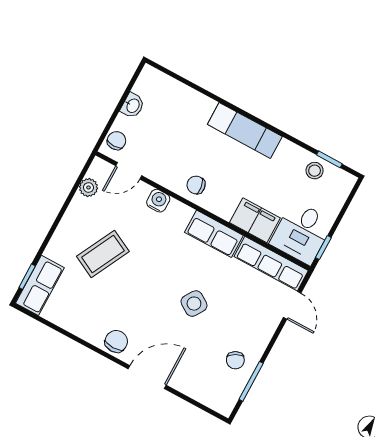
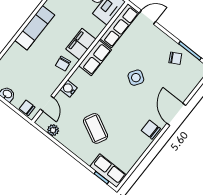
filing cabinet: (255, 220) -> (81, 44), moved

